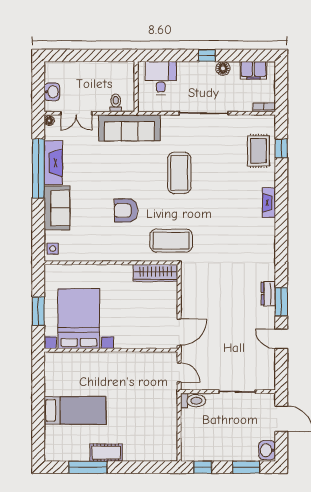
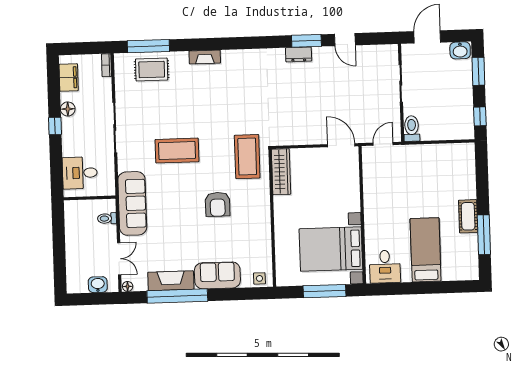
window: (281, 148) -> (148, 46), width x2.17
window: (38, 311) -> (325, 291), width x1.44
door: (281, 339) -> (345, 40), hinge flipped
desk: (60, 370) -> (385, 267), added

